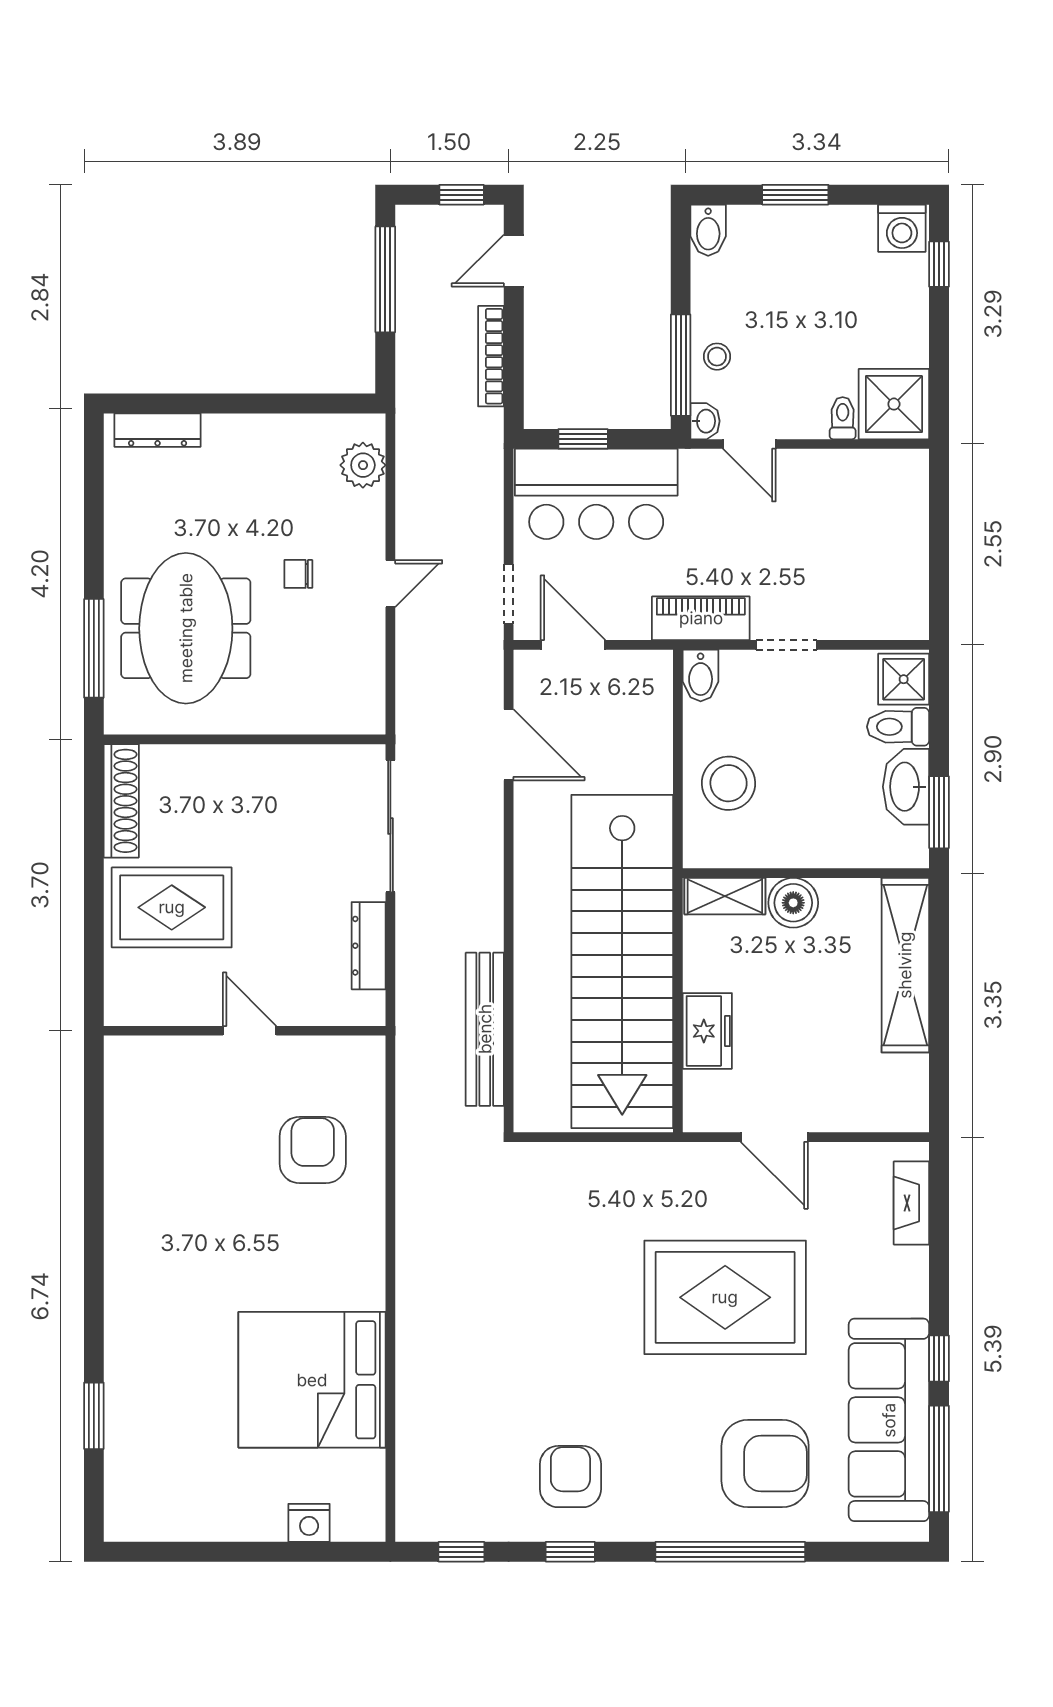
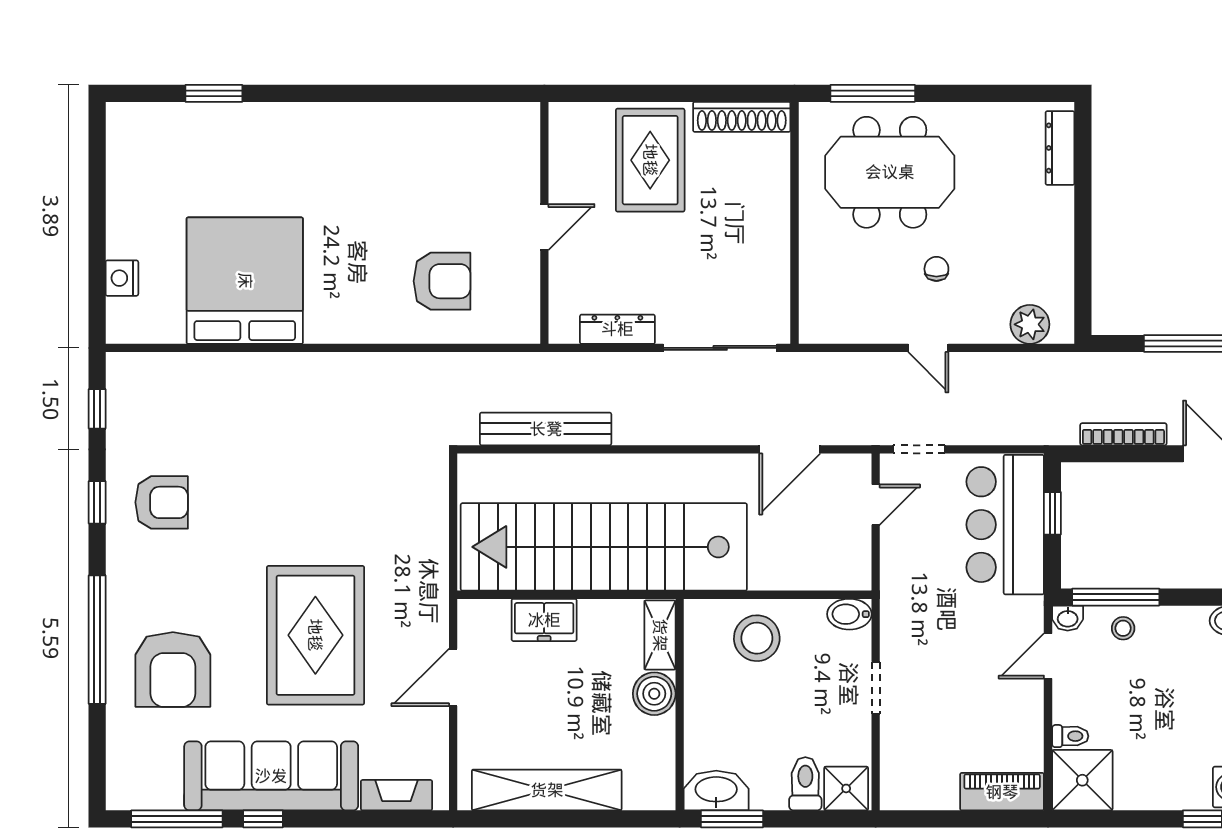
piano: (701, 618) -> (1002, 792), moved, turned -90
door: (573, 645) -> (876, 505), width x0.73
washbasin: (906, 787) -> (716, 790), moved
shelving: (905, 965) -> (547, 790), moved
sofa: (889, 1420) -> (271, 776), moved

